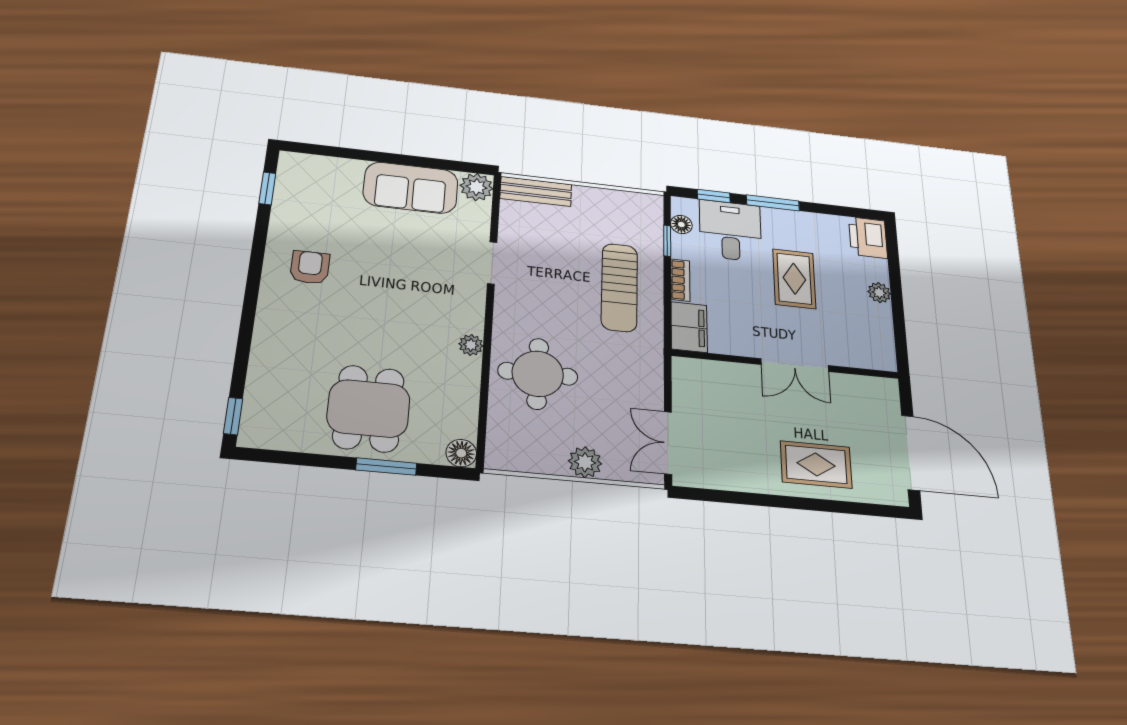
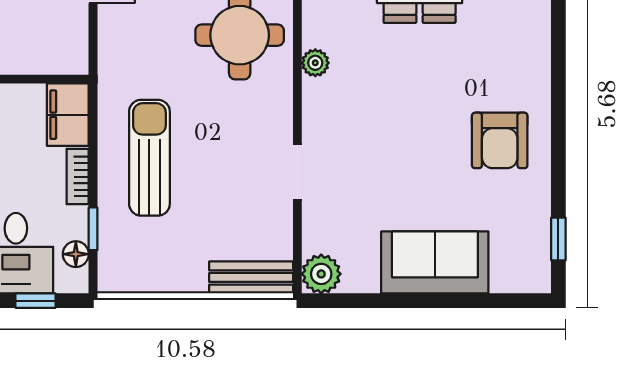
sofa: (411, 188) -> (435, 262), moved
armchair: (310, 267) -> (500, 140), width x1.38, depth x1.38

